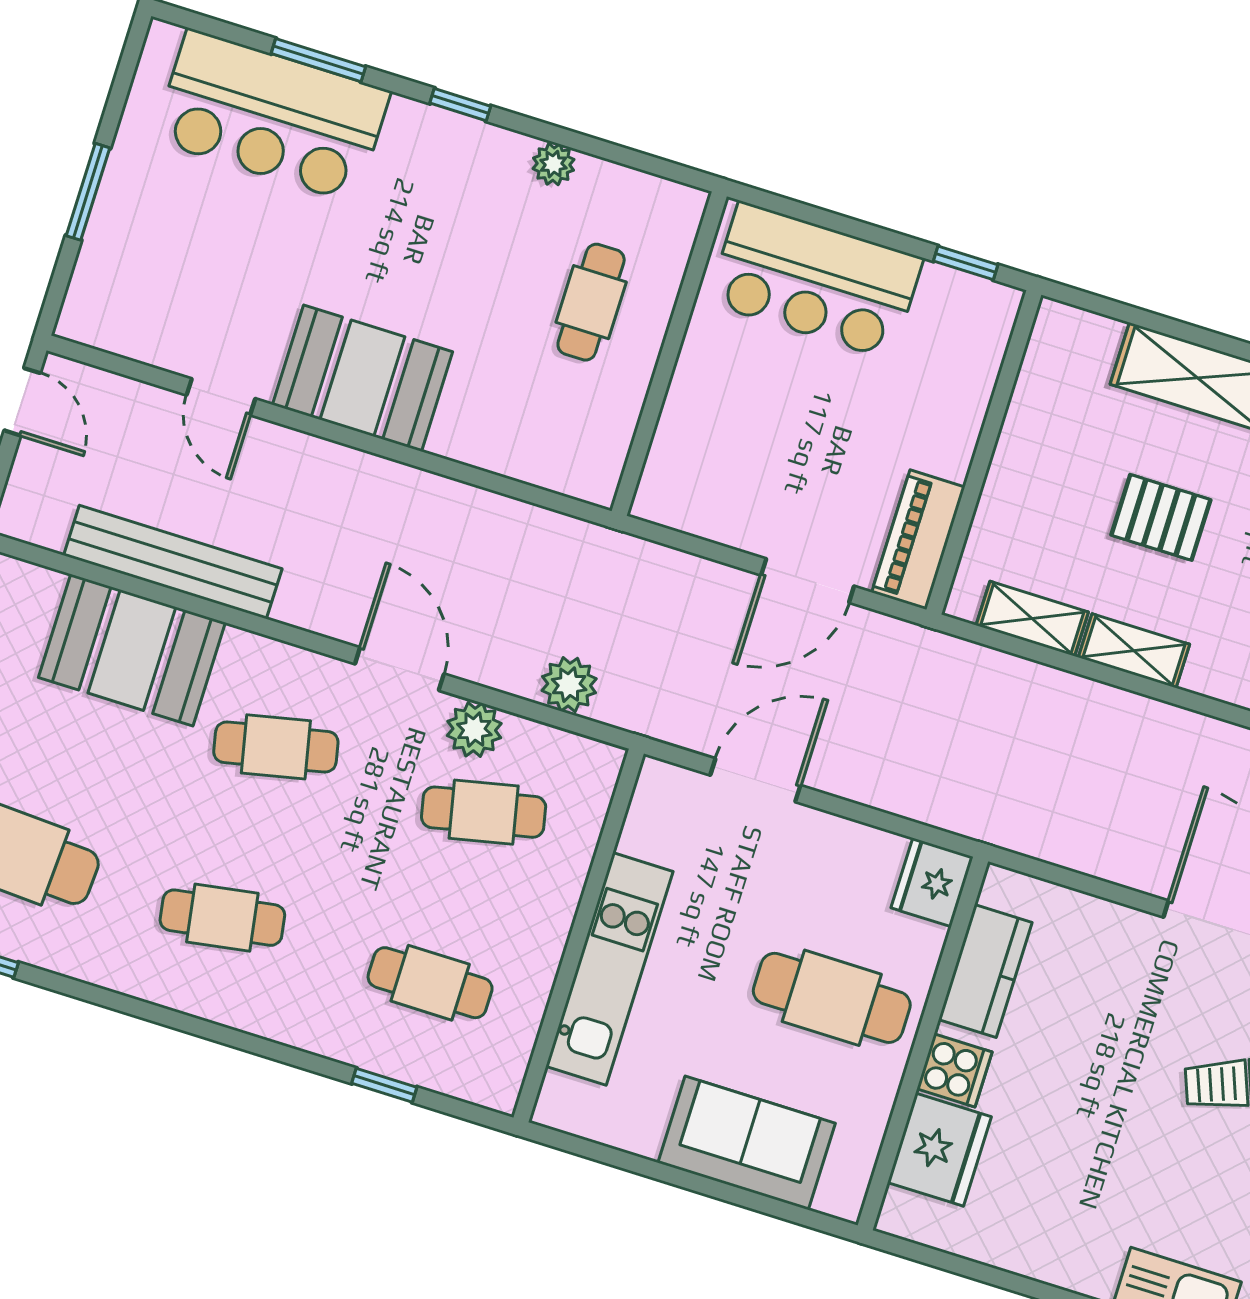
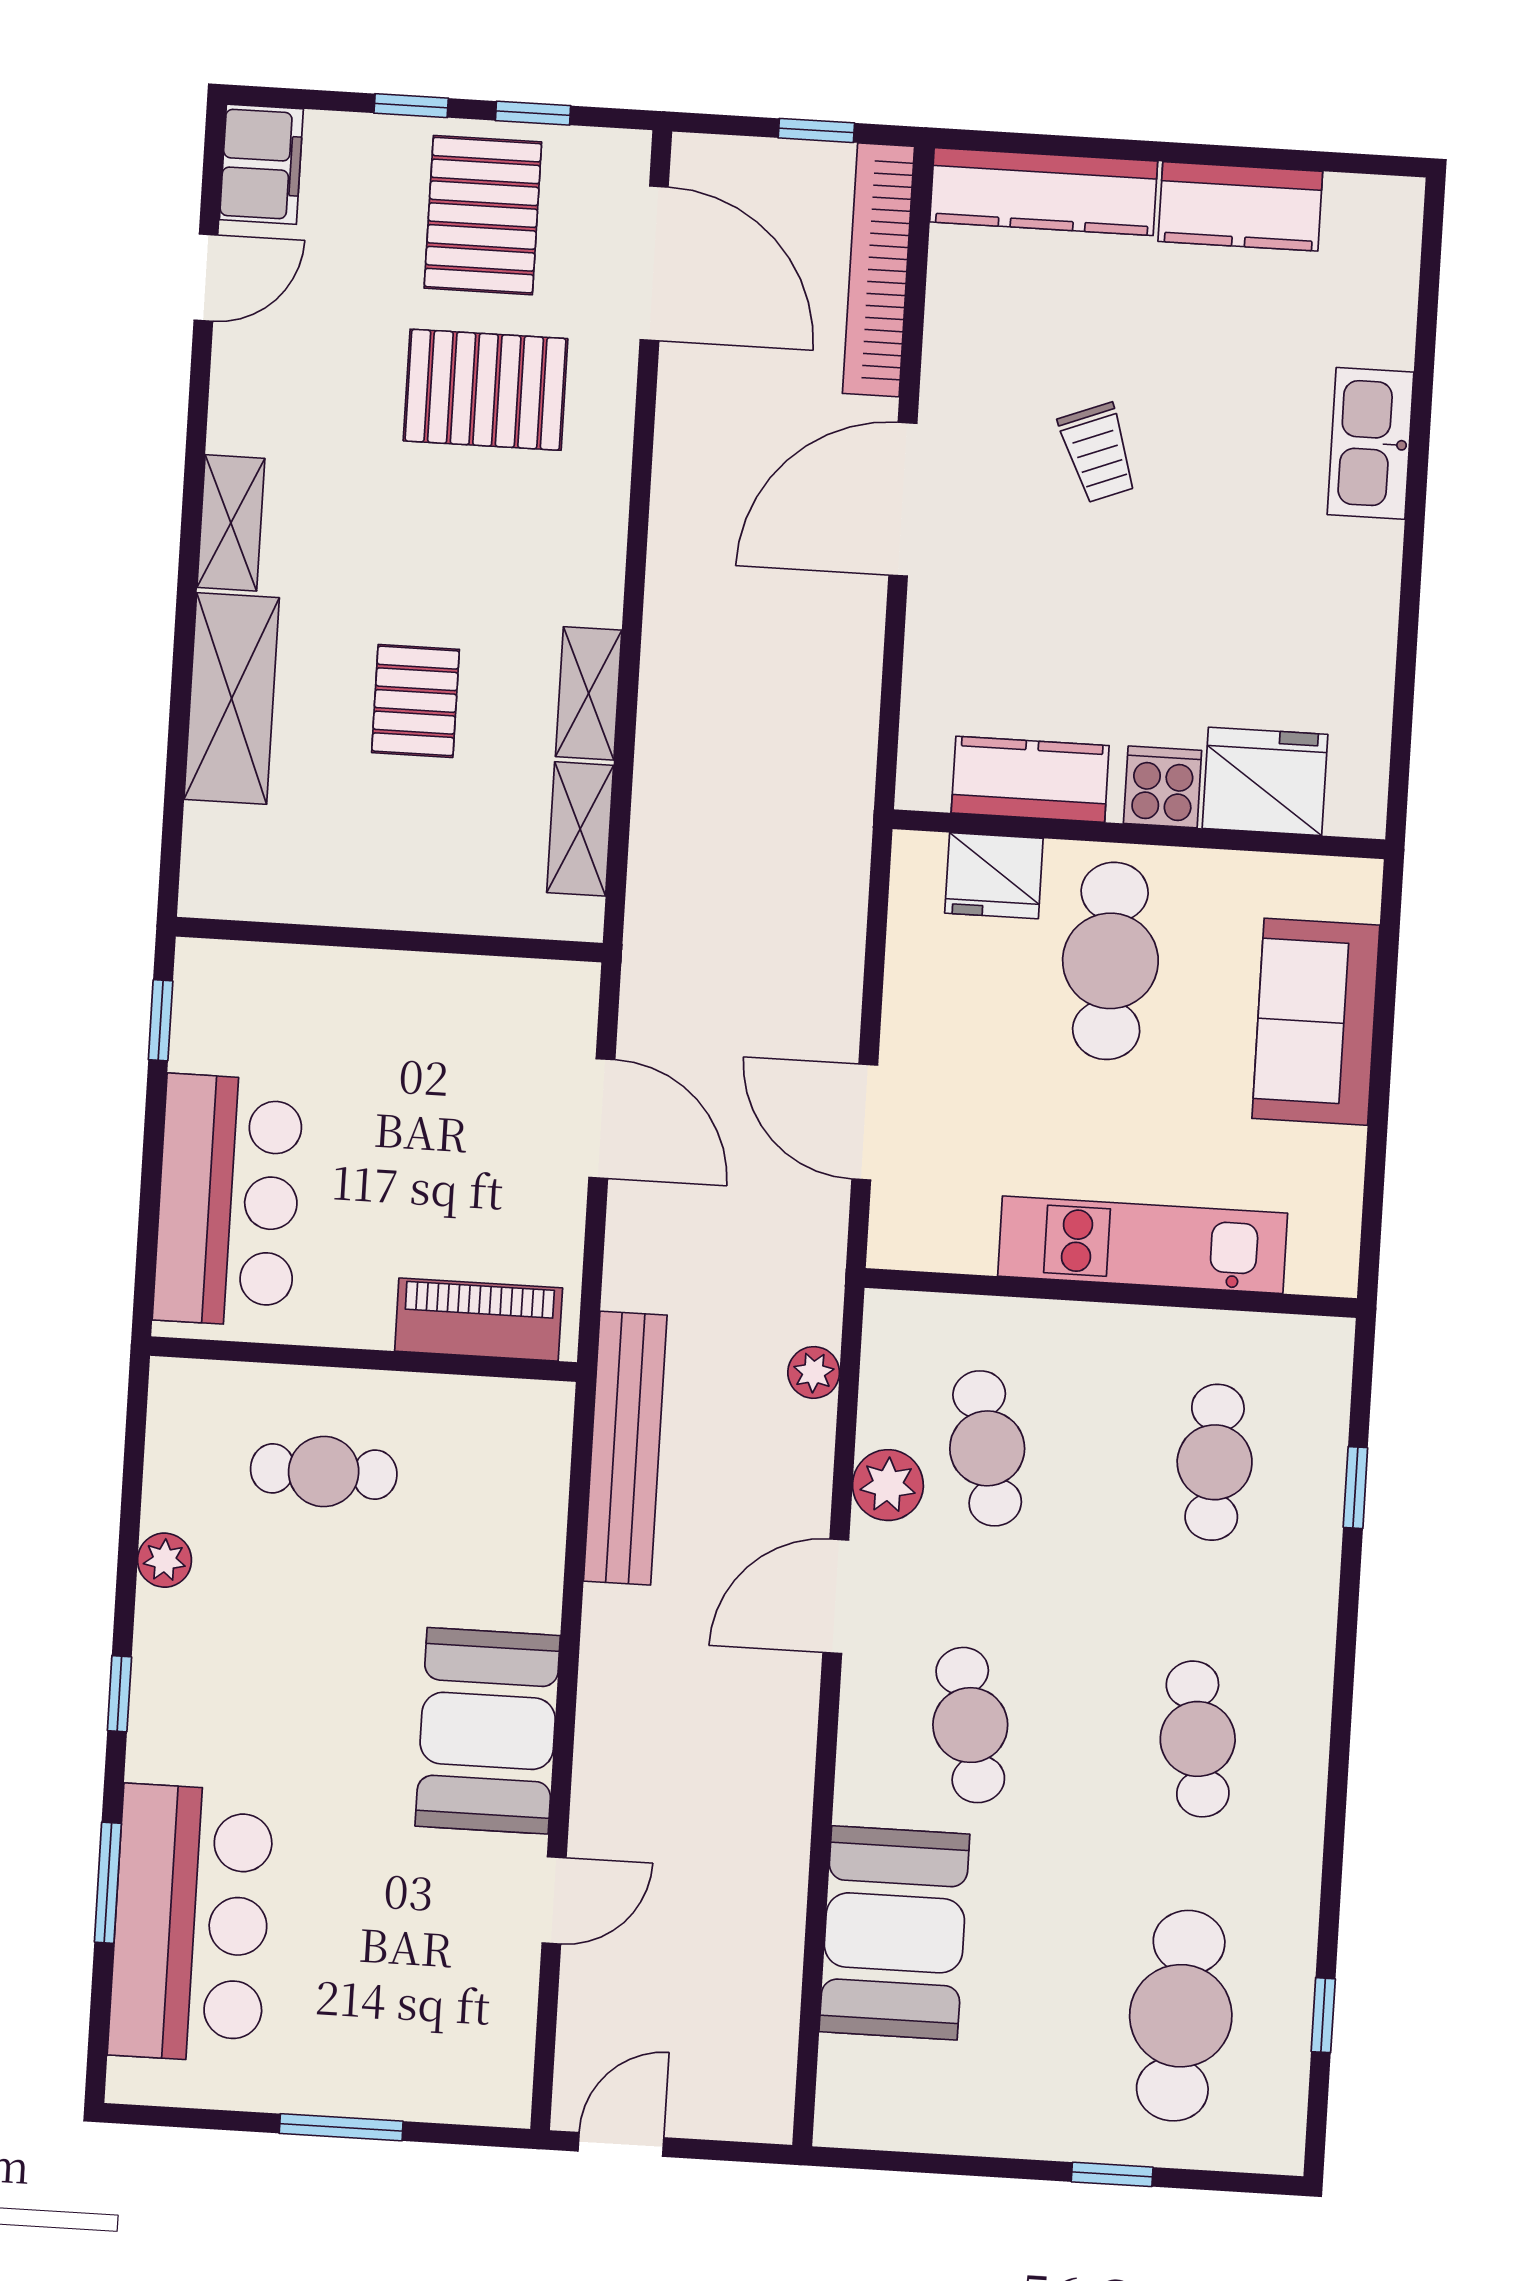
piano: (918, 540) -> (479, 1320), moved, turned 180
bench: (173, 562) -> (625, 1448), moved
plant: (569, 685) -> (814, 1372), width x0.73, depth x0.73
fridge: (932, 882) -> (994, 876), moved

